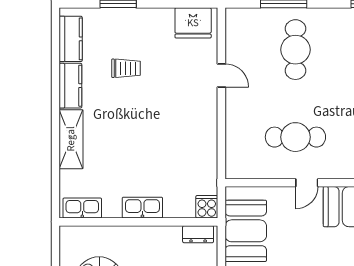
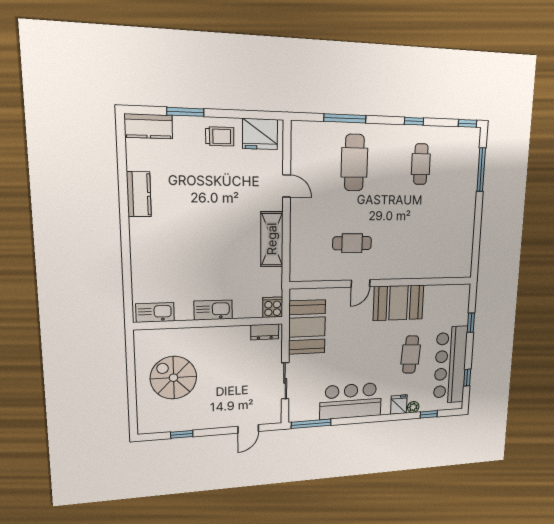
kitchen counter: (71, 39) -> (148, 126), moved, turned 90
trolley: (126, 68) -> (220, 136), moved
cafe table: (295, 137) -> (352, 243), width x0.73, depth x0.74
shelving: (71, 139) -> (272, 239), moved

